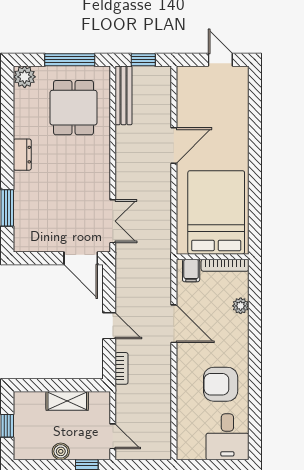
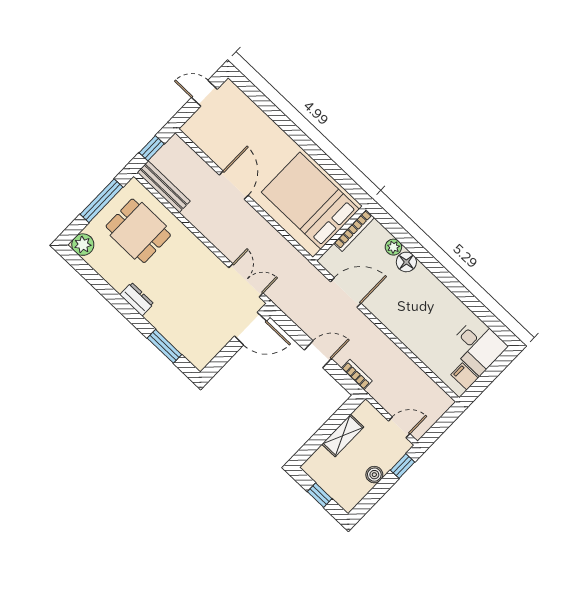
filing cabinet: (191, 271) -> (465, 376), moved, turned 180
door: (174, 324) -> (346, 292), moved
floor lamp: (239, 326) -> (406, 262), added
armchair: (221, 384) -> (436, 315), removed

